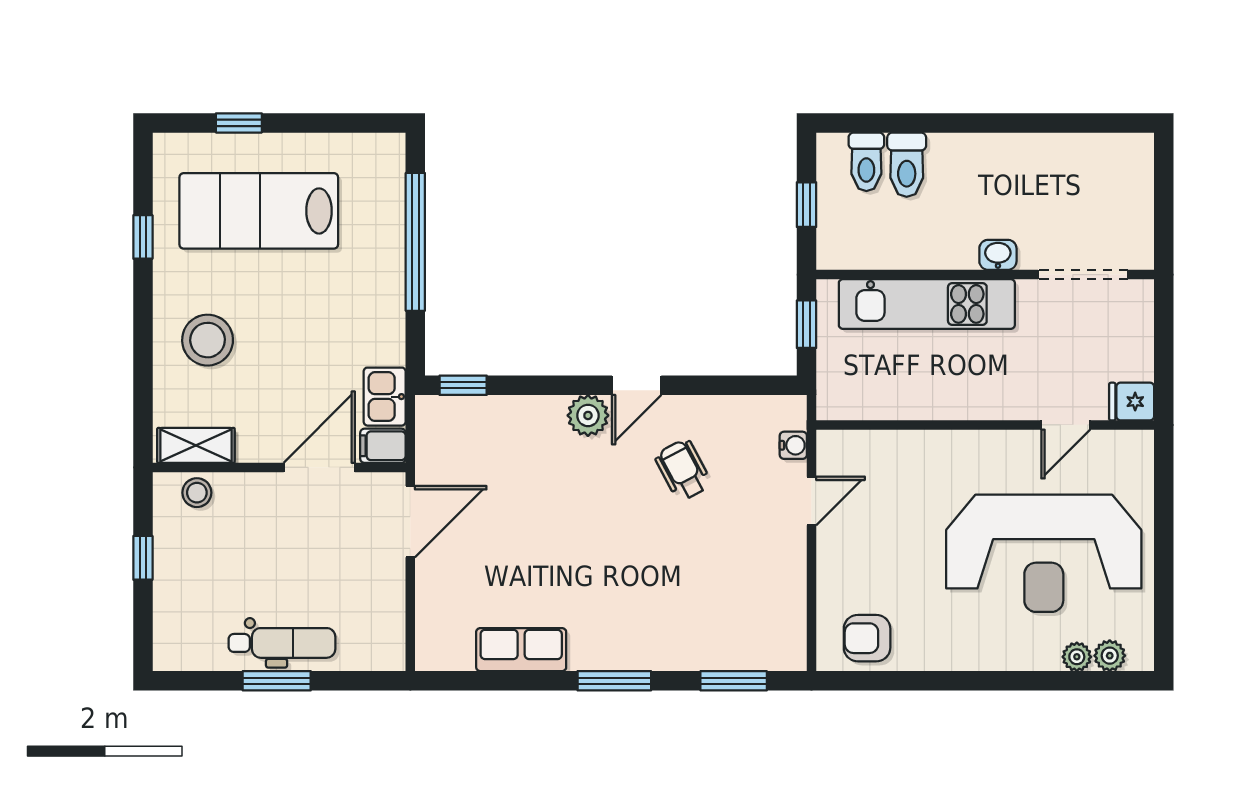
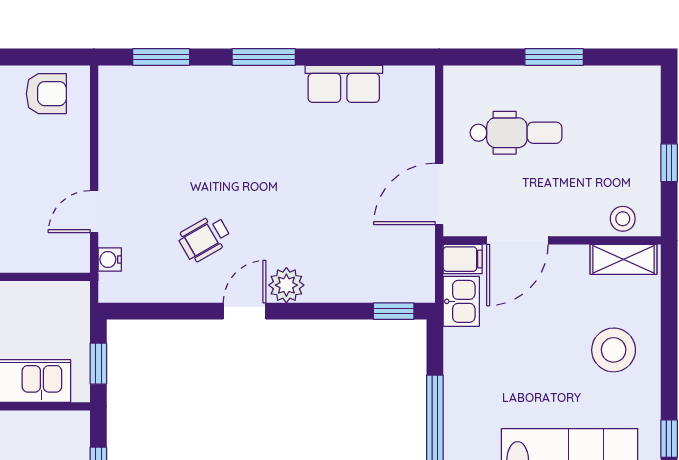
wheelchair: (683, 470) -> (205, 238), turned 88
dental chair: (282, 643) -> (516, 133), moved, turned 180

